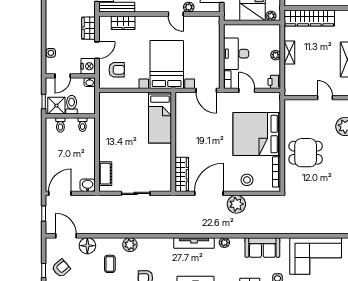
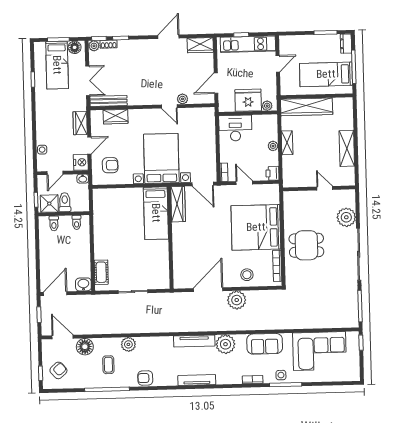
desk: (236, 54) -> (235, 128), moved, turned 90
wardrobe: (182, 174) -> (178, 204), moved
plant: (224, 243) -> (226, 344), width x1.87, depth x1.87

